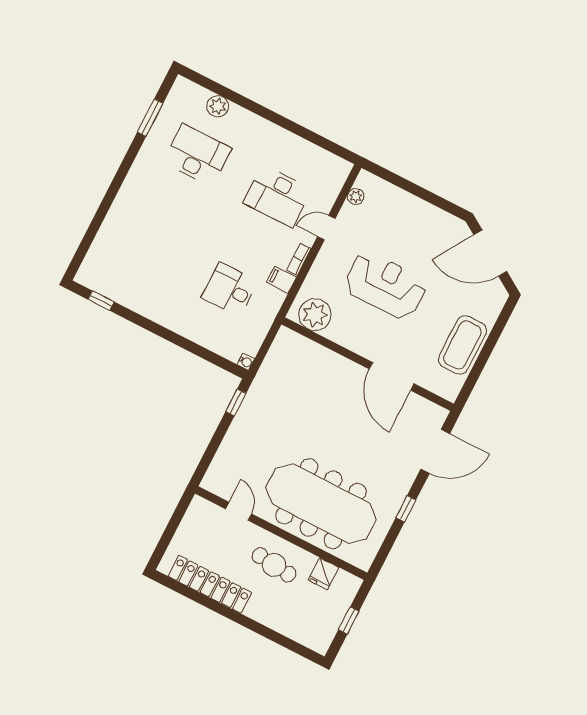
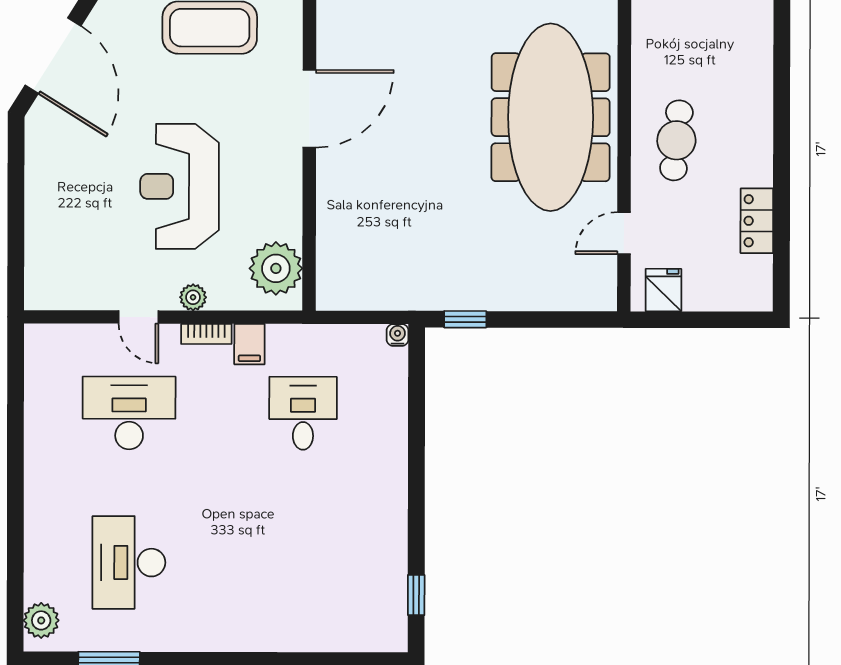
plant: (218, 106) -> (41, 620), moved
desk: (277, 196) -> (129, 413), turned -90
plant: (356, 197) -> (193, 297), moved
desk: (230, 290) -> (303, 413), turned 180
fridge: (323, 574) -> (663, 290), moved, turned -90
locker: (210, 584) -> (757, 221), width x0.46, depth x0.83

